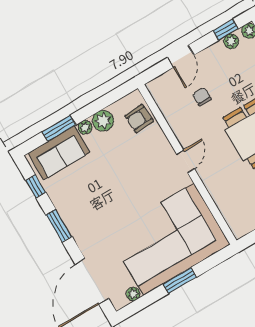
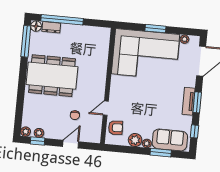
door: (185, 161) -> (106, 108), moved
tv unit: (71, 219) -> (189, 101), added

